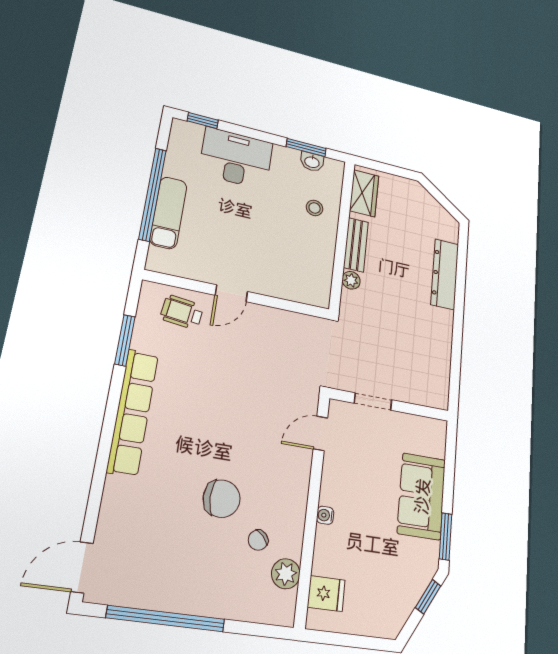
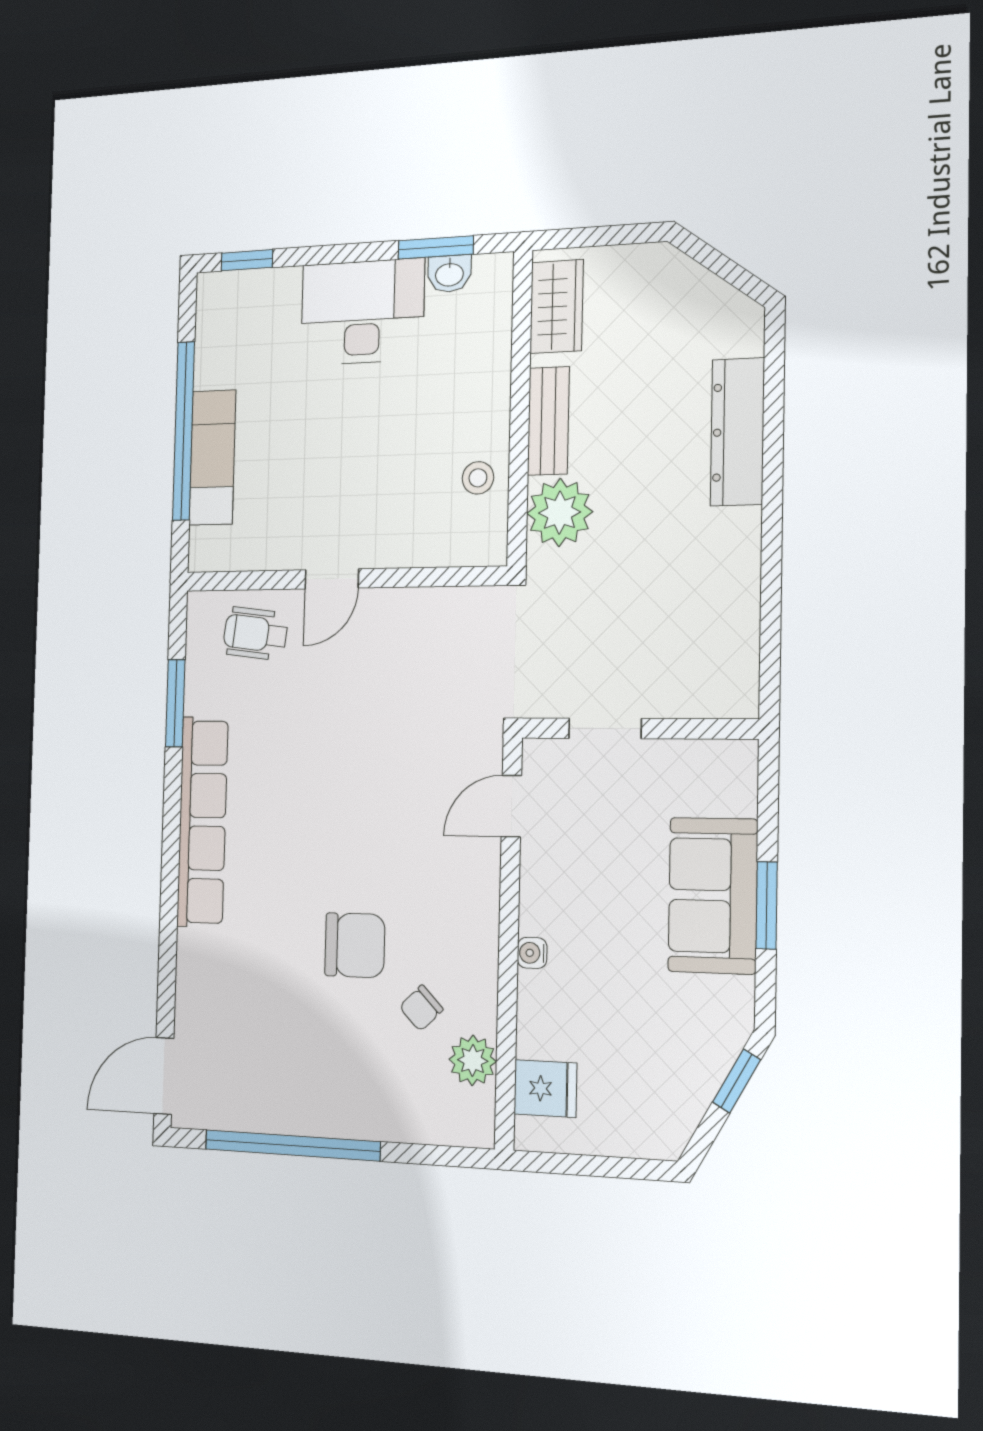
desk: (236, 158) -> (362, 312), moved
stool: (315, 208) -> (478, 478), moved
plant: (351, 280) -> (560, 513), width x1.87, depth x1.87
window: (445, 536) -> (767, 905), moved

